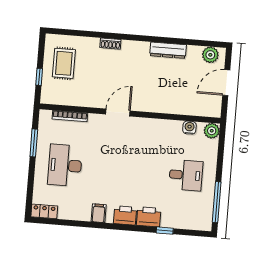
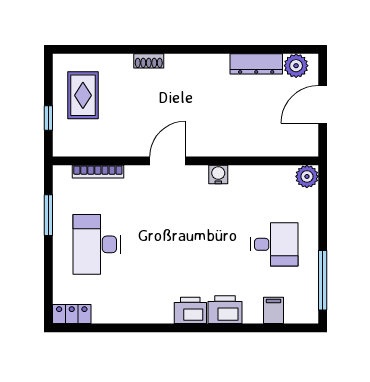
dresser: (168, 50) -> (256, 64), moved
water cooler: (189, 128) -> (218, 175), moved
filing cabinet: (99, 213) -> (274, 310), moved
window: (165, 231) -> (250, 328), removed

